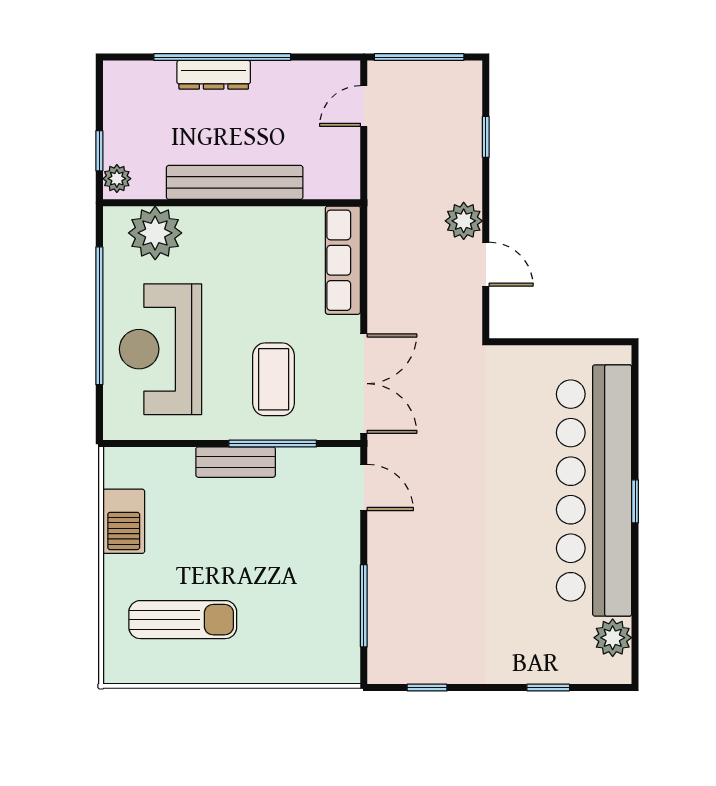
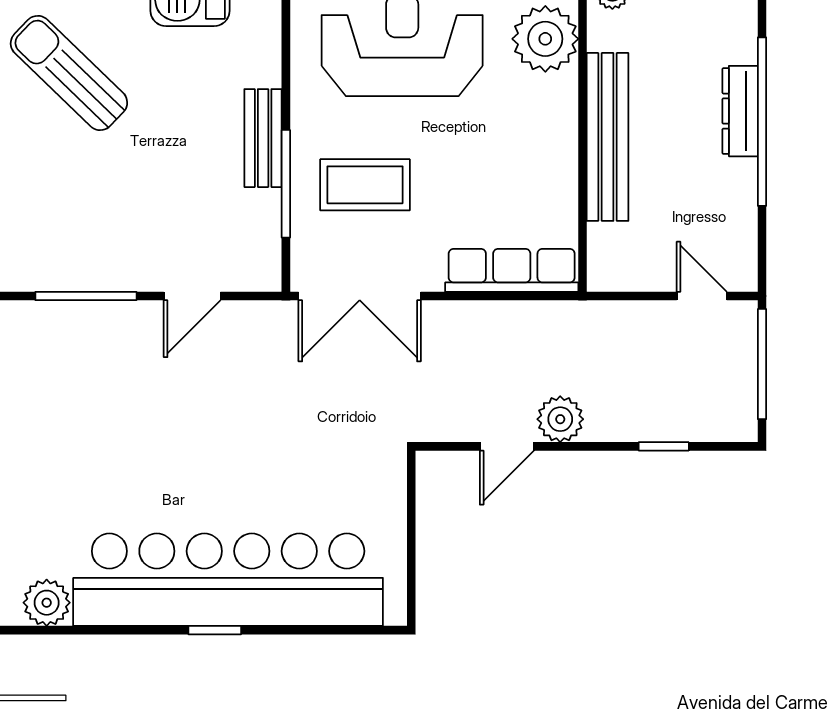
door: (364, 487) -> (192, 296), moved
sun lounger: (183, 620) -> (69, 73), turned 134

